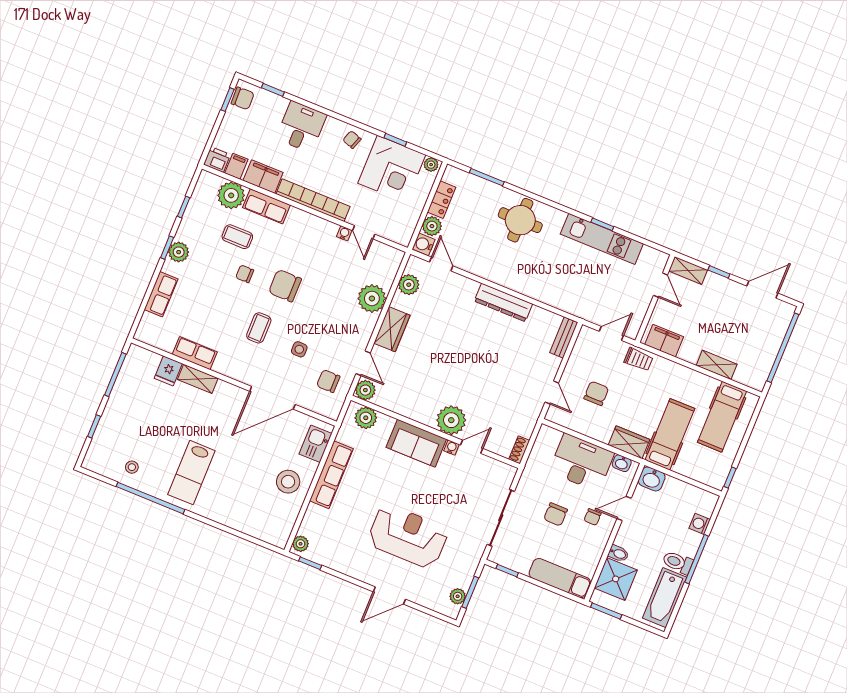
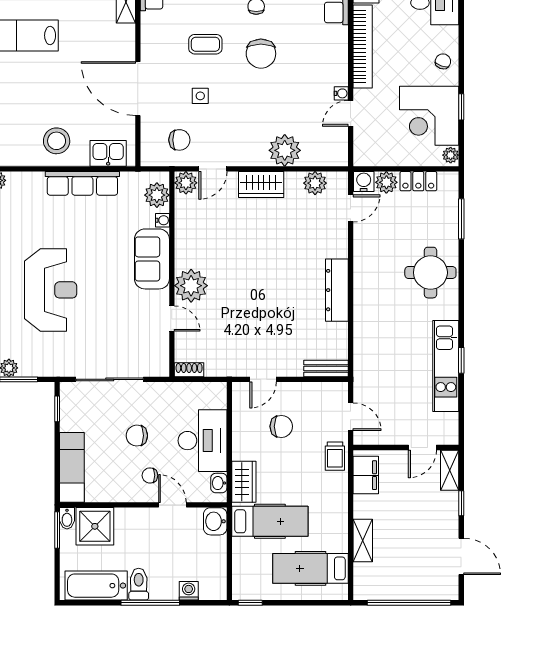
chair: (285, 286) -> (261, 54), turned 180
chair: (328, 381) -> (179, 140), turned 90
water cooler: (451, 447) -> (162, 220), moved
bidet: (618, 553) -> (67, 518), moved

